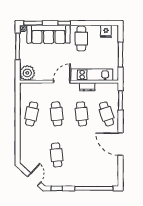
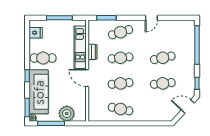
plant: (27, 73) -> (67, 114), moved
door: (120, 144) -> (151, 18), width x0.53
cafe table: (82, 155) -> (163, 58), added

